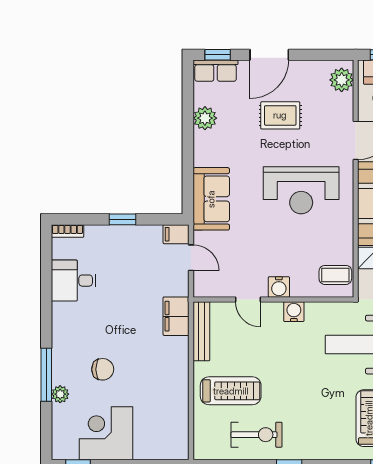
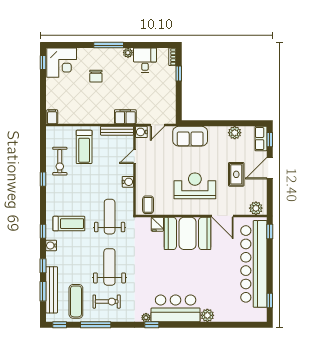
door: (269, 55) -> (270, 168), hinge flipped
reception desk: (301, 190) -> (195, 186), turned 90
window: (123, 219) -> (179, 73), moved
filing cabinet: (176, 234) -> (52, 117), moved
water cooler: (279, 287) -> (141, 132), moved
window: (46, 375) -> (109, 45), moved
plant: (60, 394) -> (128, 53), moved
corner desk: (106, 433) -> (62, 63), moved, turned 90

